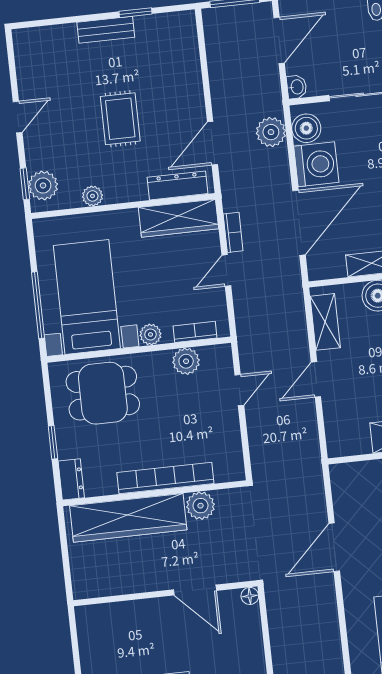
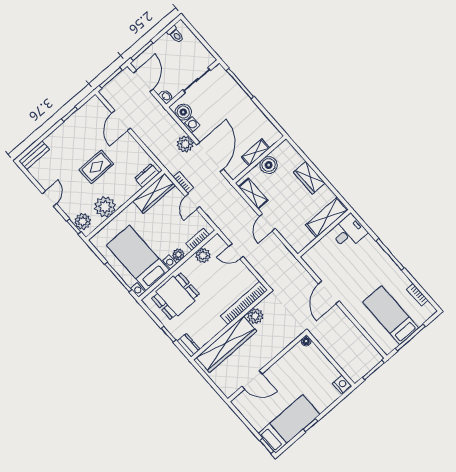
bench: (106, 30) -> (34, 155), moved
rug: (120, 119) -> (96, 167), turned 90
plant: (271, 132) -> (185, 144), moved
door: (212, 143) -> (121, 121), moved
washing machine: (316, 164) -> (192, 125), width x0.53, depth x0.53
dresser: (177, 185) -> (147, 176), width x0.70
plant: (92, 196) -> (105, 207), width x1.88, depth x1.88
door: (239, 390) -> (236, 252), swing flipped
bookcase: (165, 478) -> (244, 303), moved
door: (195, 590) -> (252, 380), moved

